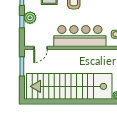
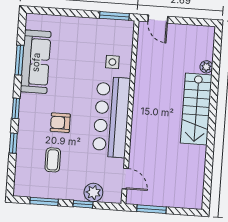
plant: (30, 18) -> (93, 192), moved
stairs: (69, 86) -> (196, 109), width x0.54, depth x0.66

